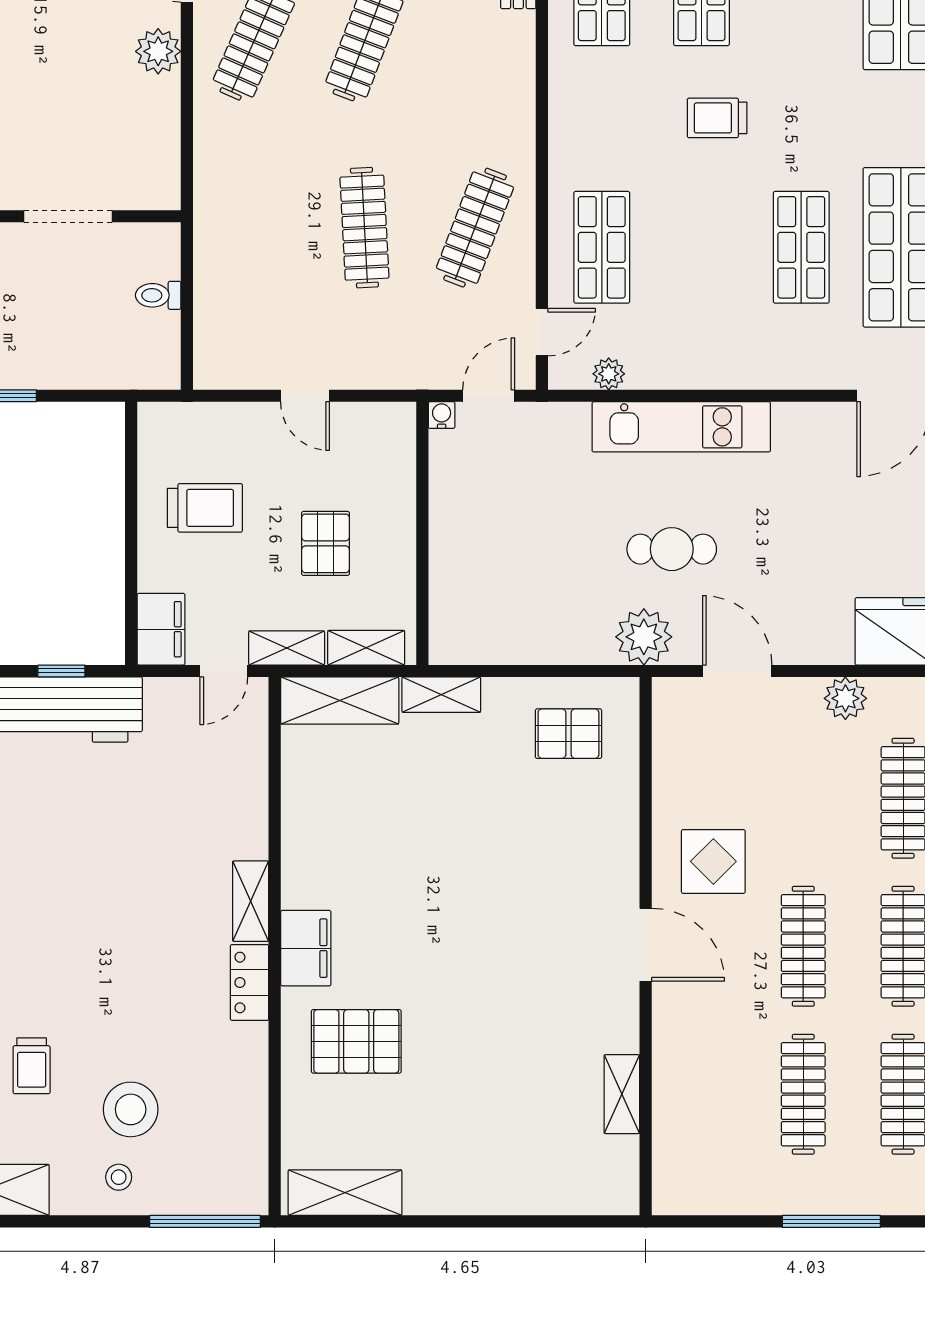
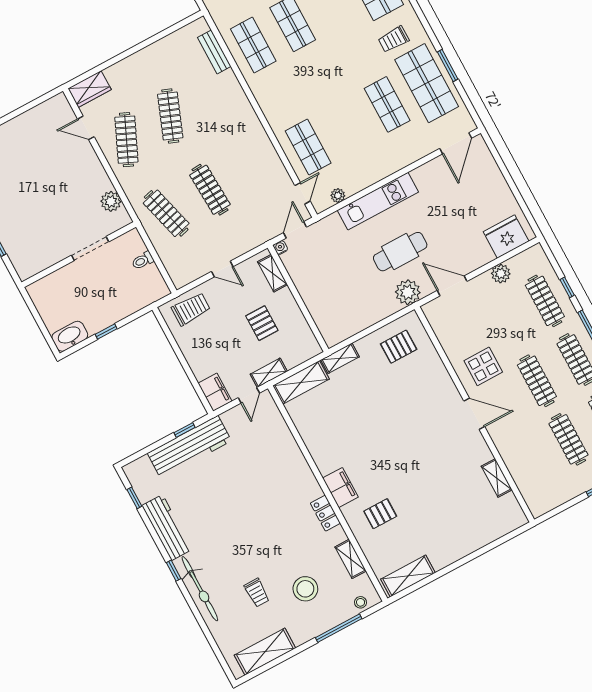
plant: (158, 51) -> (111, 201), moved
trolley: (717, 118) -> (394, 39), moved
clothes rail: (475, 228) -> (166, 213), moved, turned -36
trolley: (205, 508) -> (191, 309), moved
cafe table: (672, 549) -> (400, 252), width x1.37, depth x1.35
shelving: (366, 648) -> (273, 273), moved, turned 90
shelving: (251, 901) -> (351, 559), moved
pallet: (356, 1041) -> (380, 514), width x0.67, depth x0.71
stool: (119, 1177) -> (361, 602), moved
window: (205, 1221) -> (339, 628), moved

